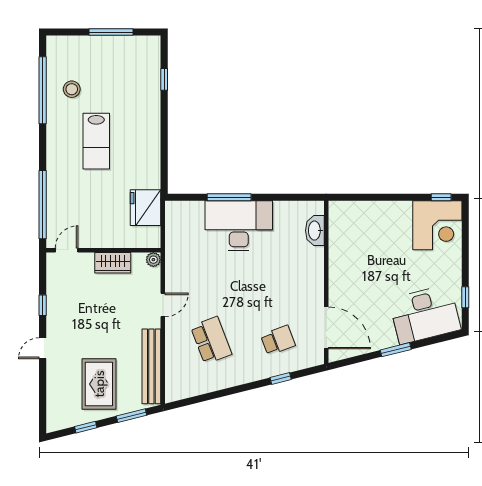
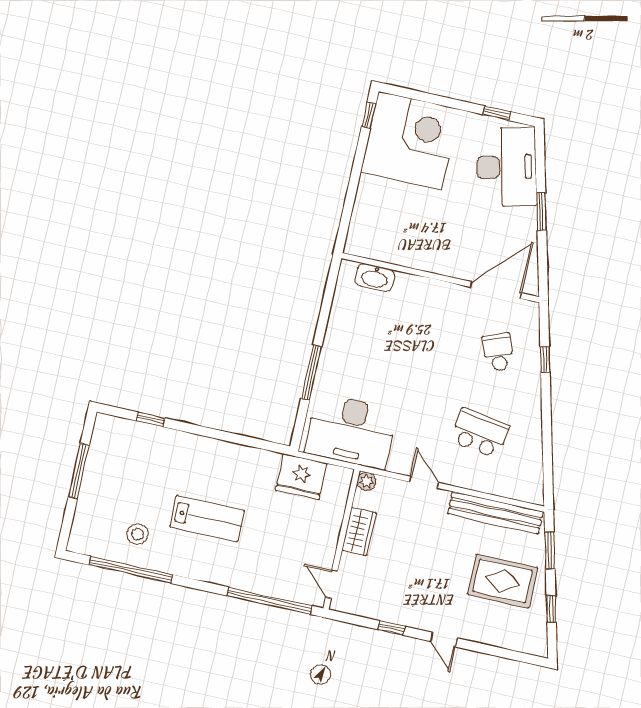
corner desk: (437, 225) -> (410, 141), width x1.36, depth x1.36
desk: (239, 226) -> (351, 431), moved, turned -90
school desk: (211, 340) -> (480, 433), turned 30

